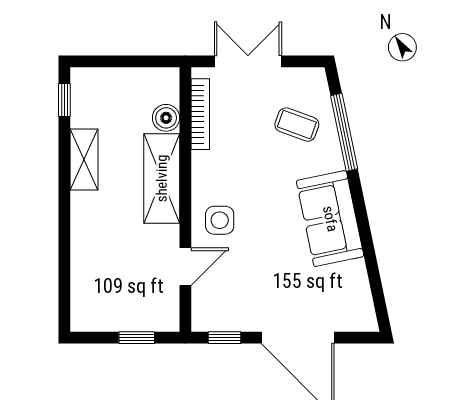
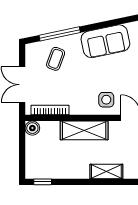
boiler: (166, 118) -> (32, 128), moved
shelving: (84, 159) -> (106, 172), moved

